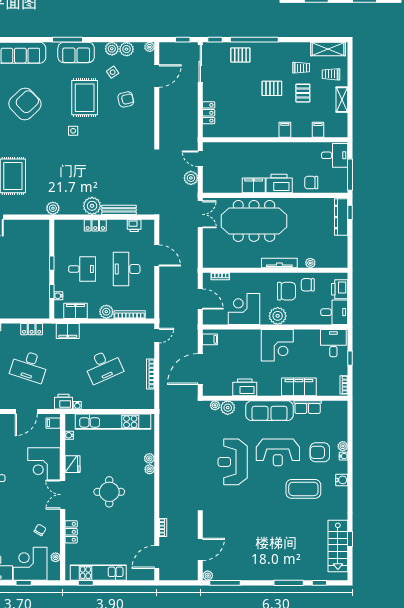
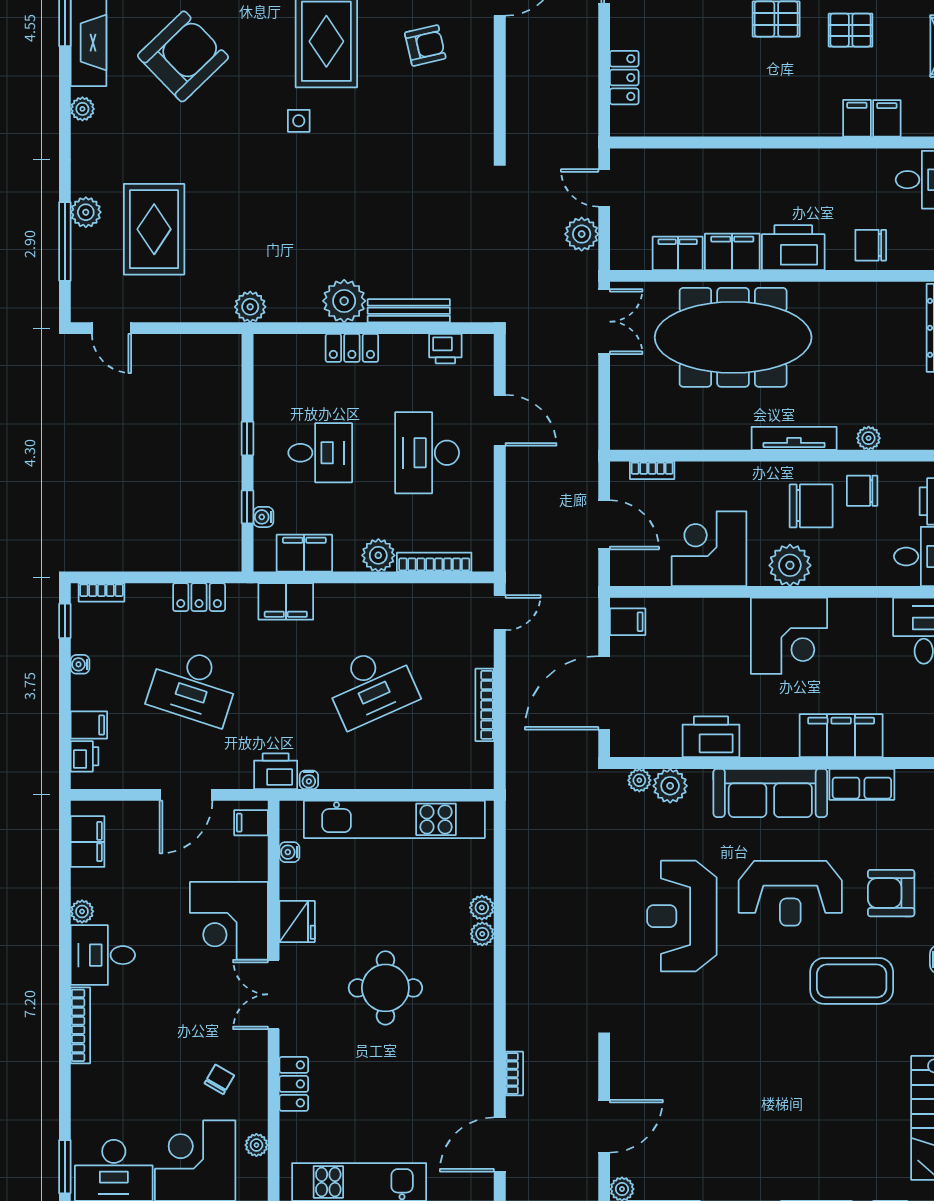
pallet: (303, 93) -> (851, 30), turned 90
filing cabinet: (285, 130) -> (857, 118), moved
filing cabinet: (231, 186) -> (678, 253), added

